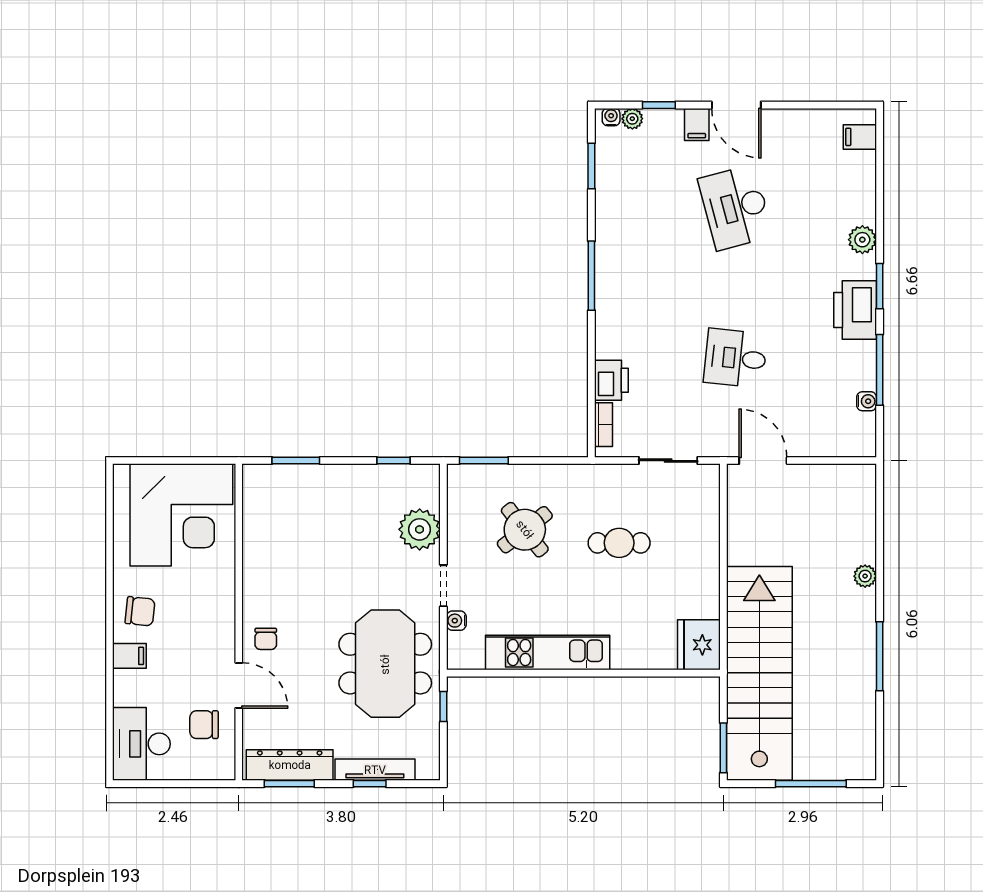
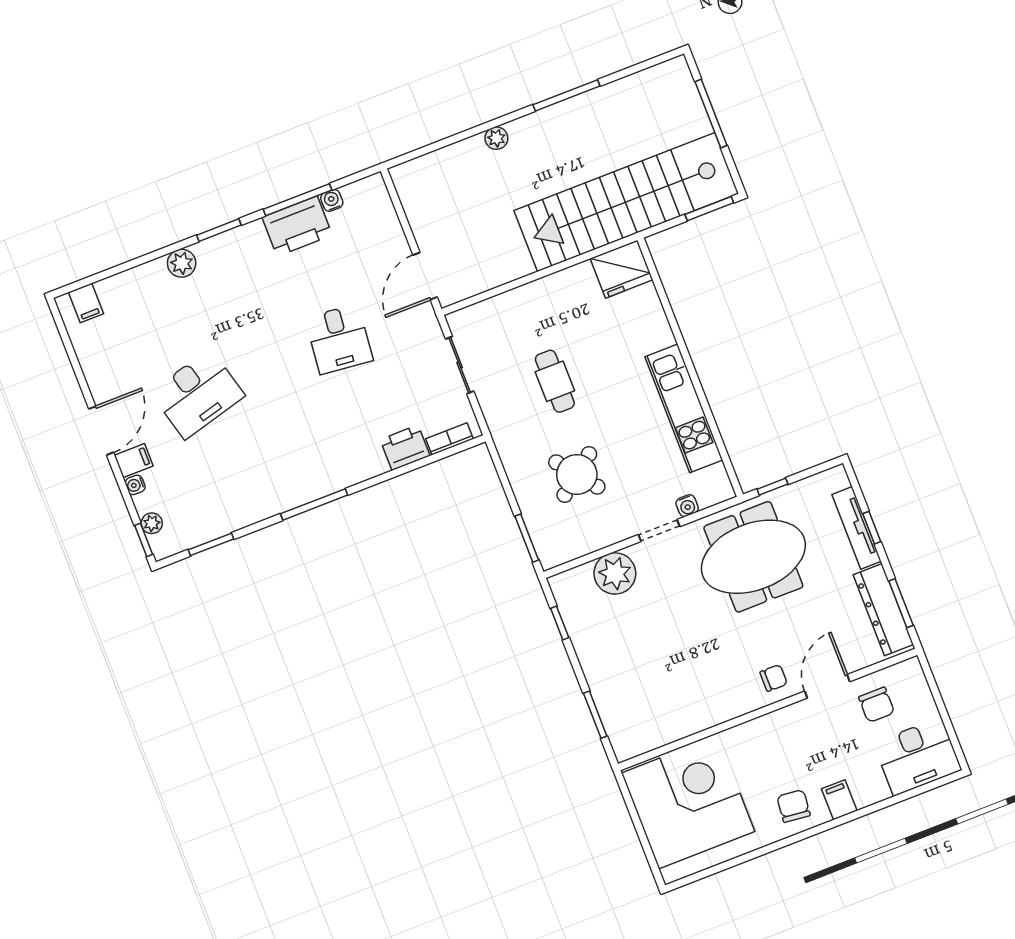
window: (659, 105) -> (144, 540), moved
water cooler: (611, 117) -> (135, 485), moved
printer: (855, 310) -> (297, 226), moved

